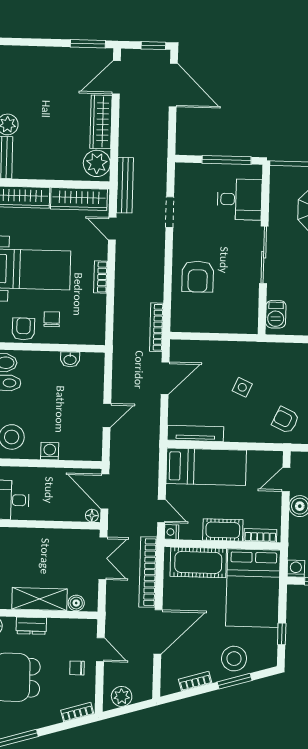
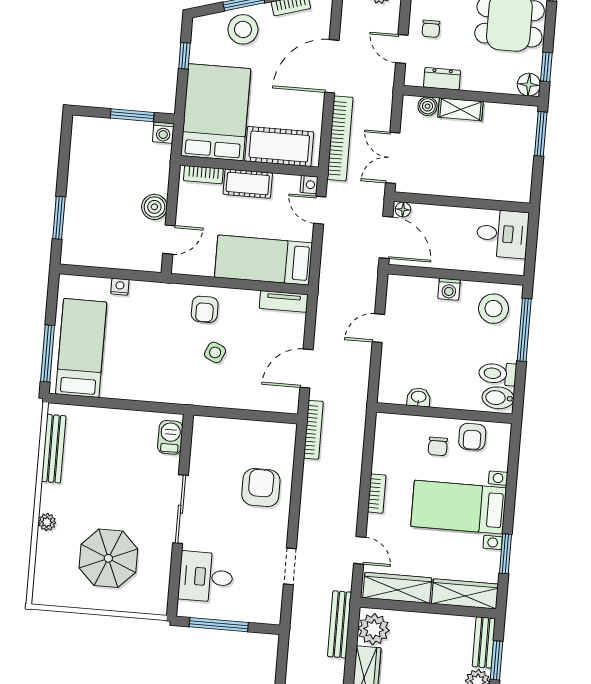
bench: (125, 185) -> (340, 624), moved
armchair: (286, 420) -> (205, 309), moved, turned 65
tv unit: (195, 433) -> (284, 301), width x0.71
shelving: (39, 599) -> (460, 109), width x0.67, depth x0.75
dresser: (31, 626) -> (442, 79), moved
chair: (77, 668) -> (431, 29), turned 90

